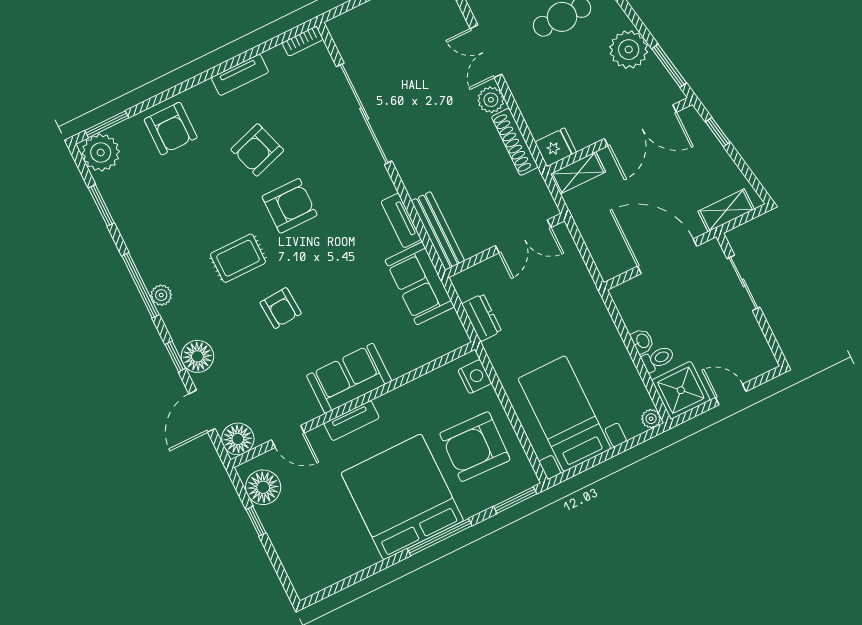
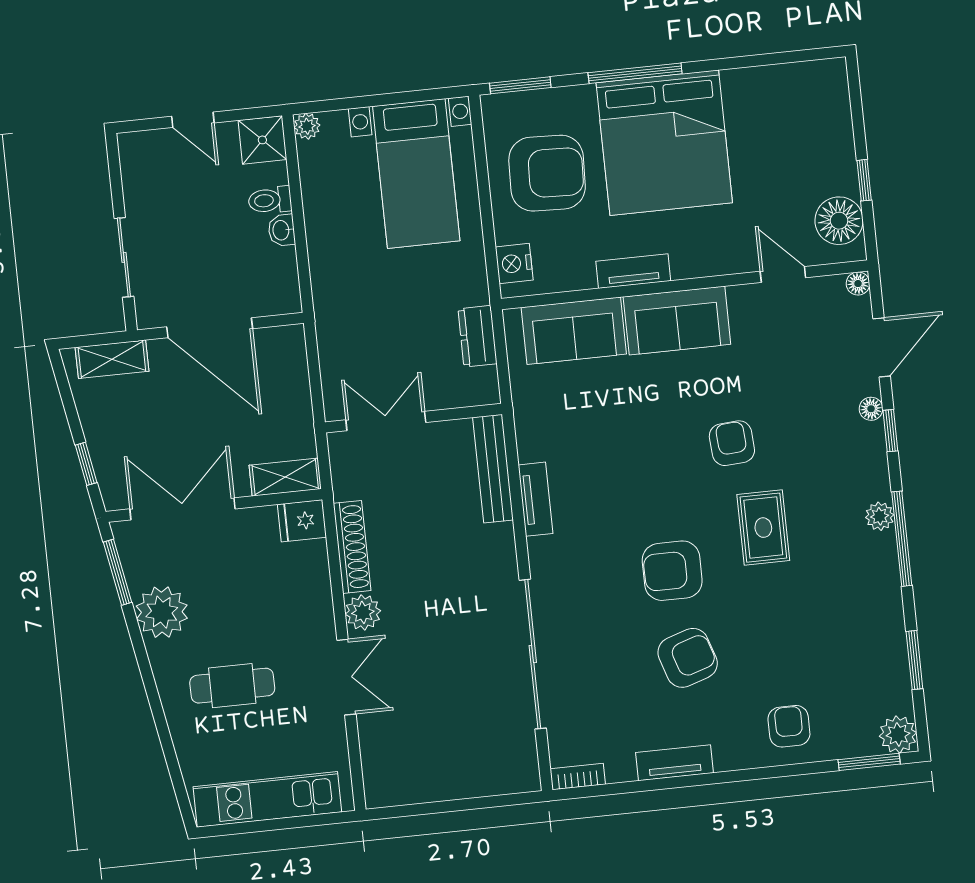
armchair: (171, 129) -> (789, 726), width x0.72, depth x0.72
plant: (101, 153) -> (898, 734), width x0.73, depth x0.73
rug: (238, 258) -> (763, 528), turned 90
sofa: (420, 283) -> (574, 331), moved, turned 90
floor lamp: (197, 356) -> (871, 409), width x0.53, depth x0.53
shower: (681, 390) -> (262, 140), width x0.73, depth x0.73
tv unit: (352, 421) -> (633, 271), moved
floor lamp: (238, 439) -> (858, 284), width x0.53, depth x0.53

